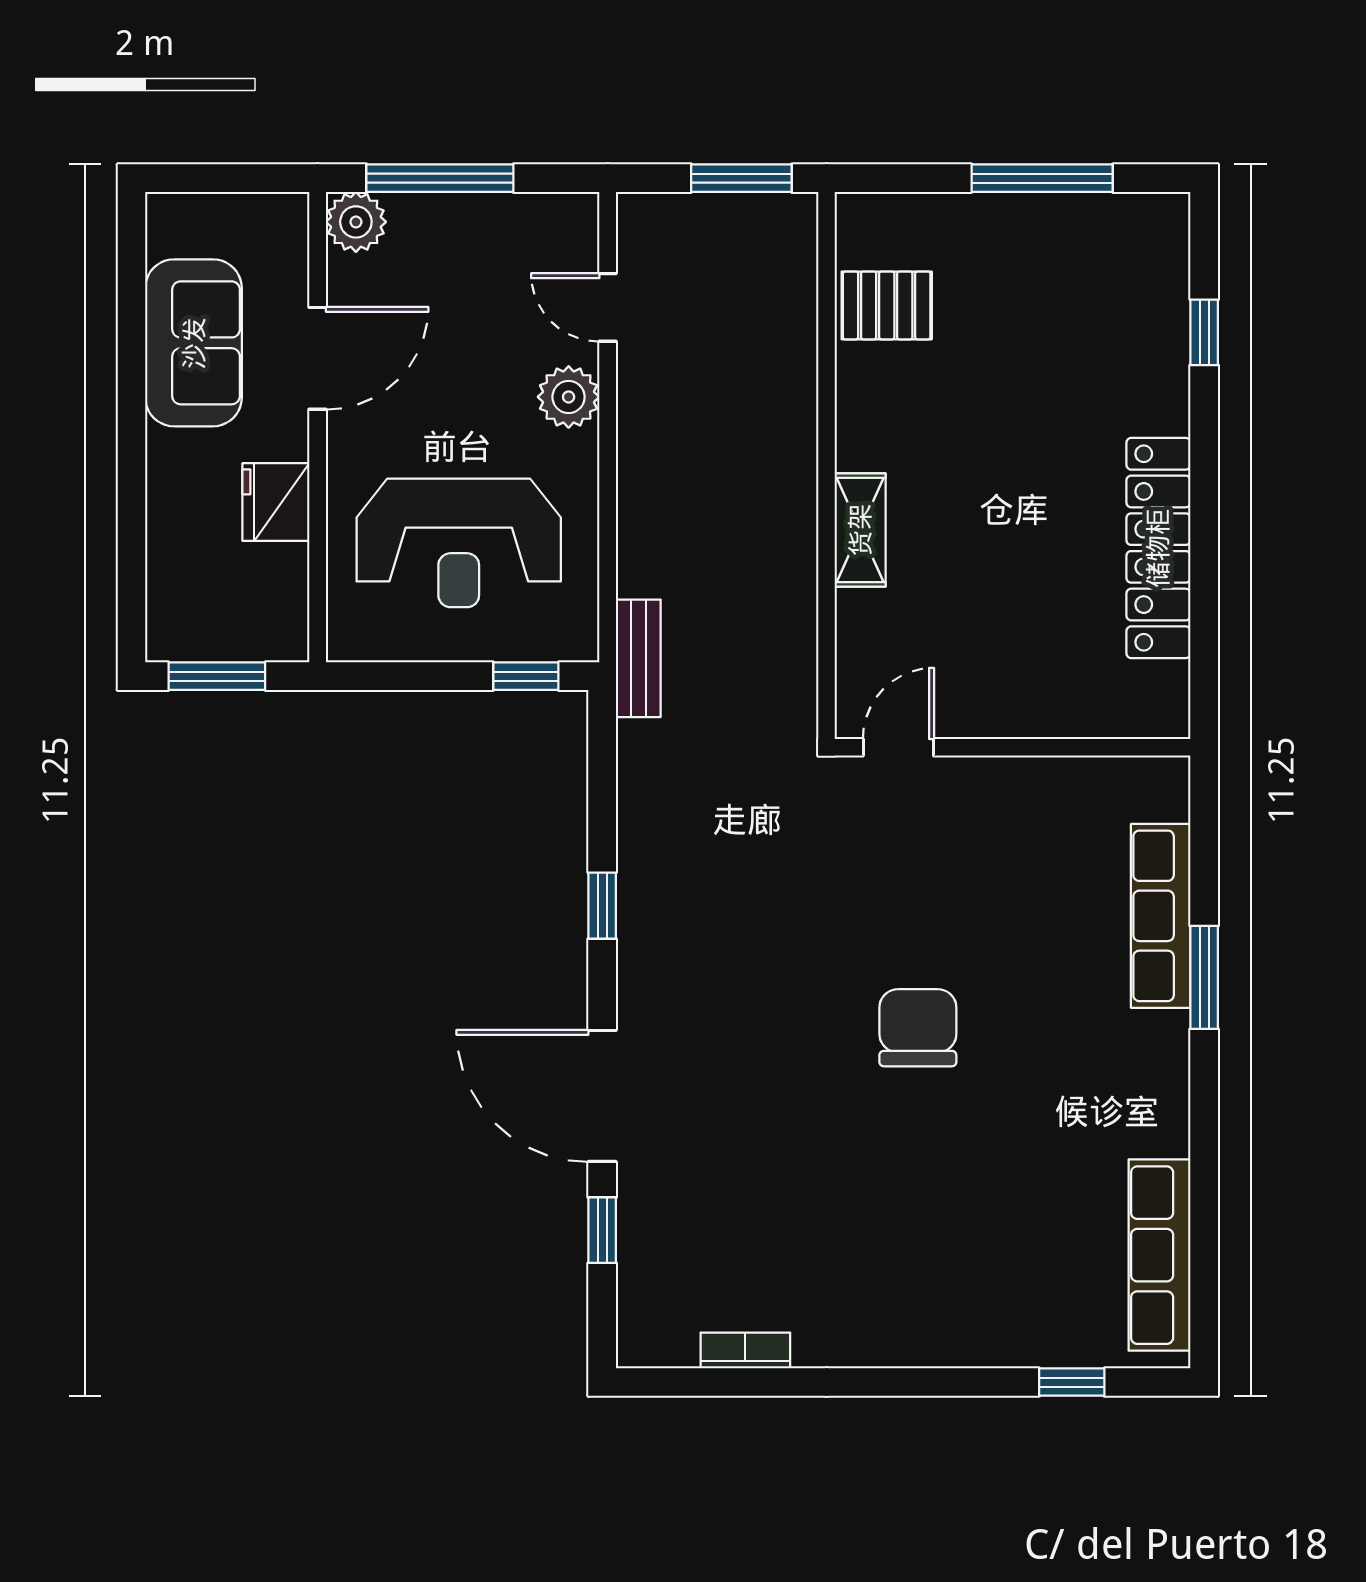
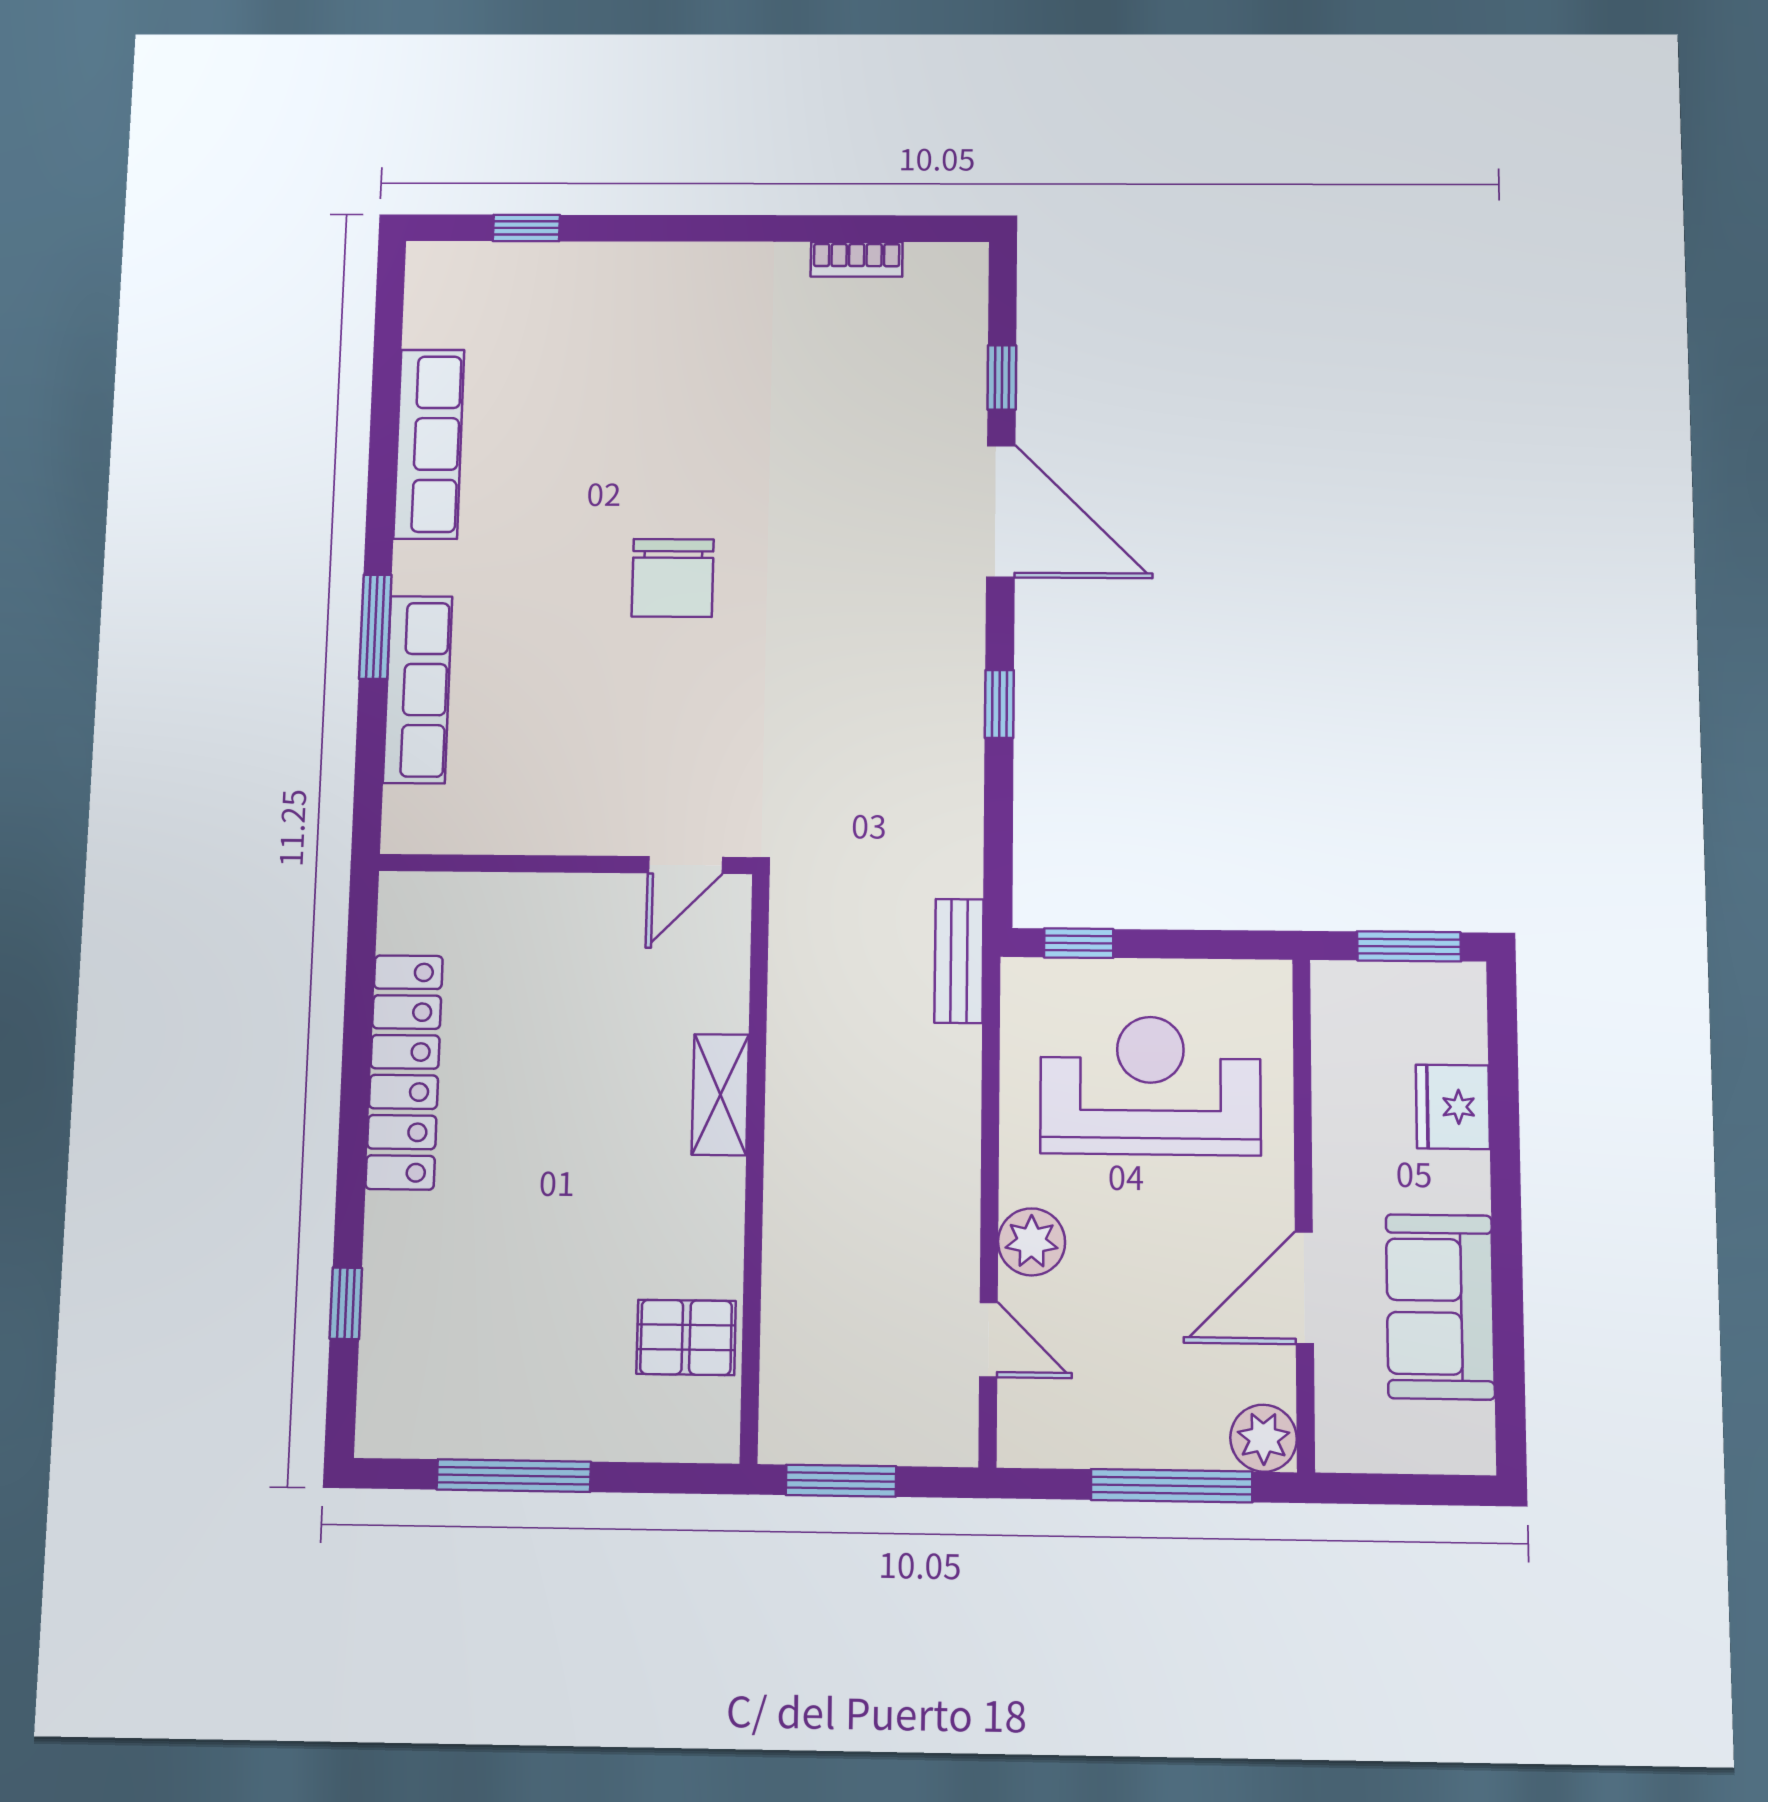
fridge: (276, 502) -> (1453, 1107), moved, turned 180
row of seats: (1159, 1255) -> (429, 444), moved

